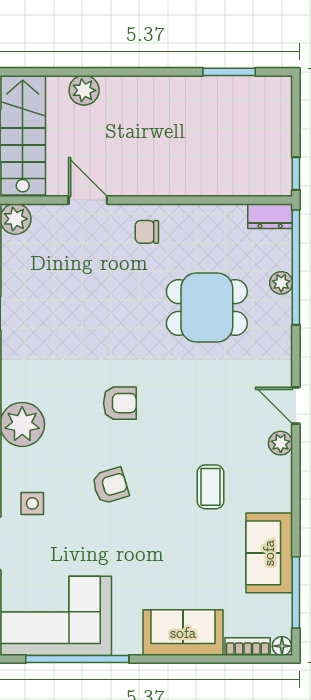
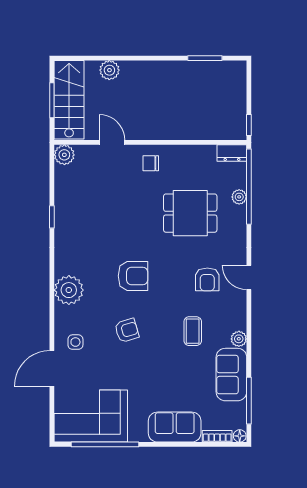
armchair: (120, 403) -> (133, 276), width x1.38, depth x1.38
armchair: (233, 408) -> (207, 279), added
plant: (281, 443) -> (239, 339), moved

